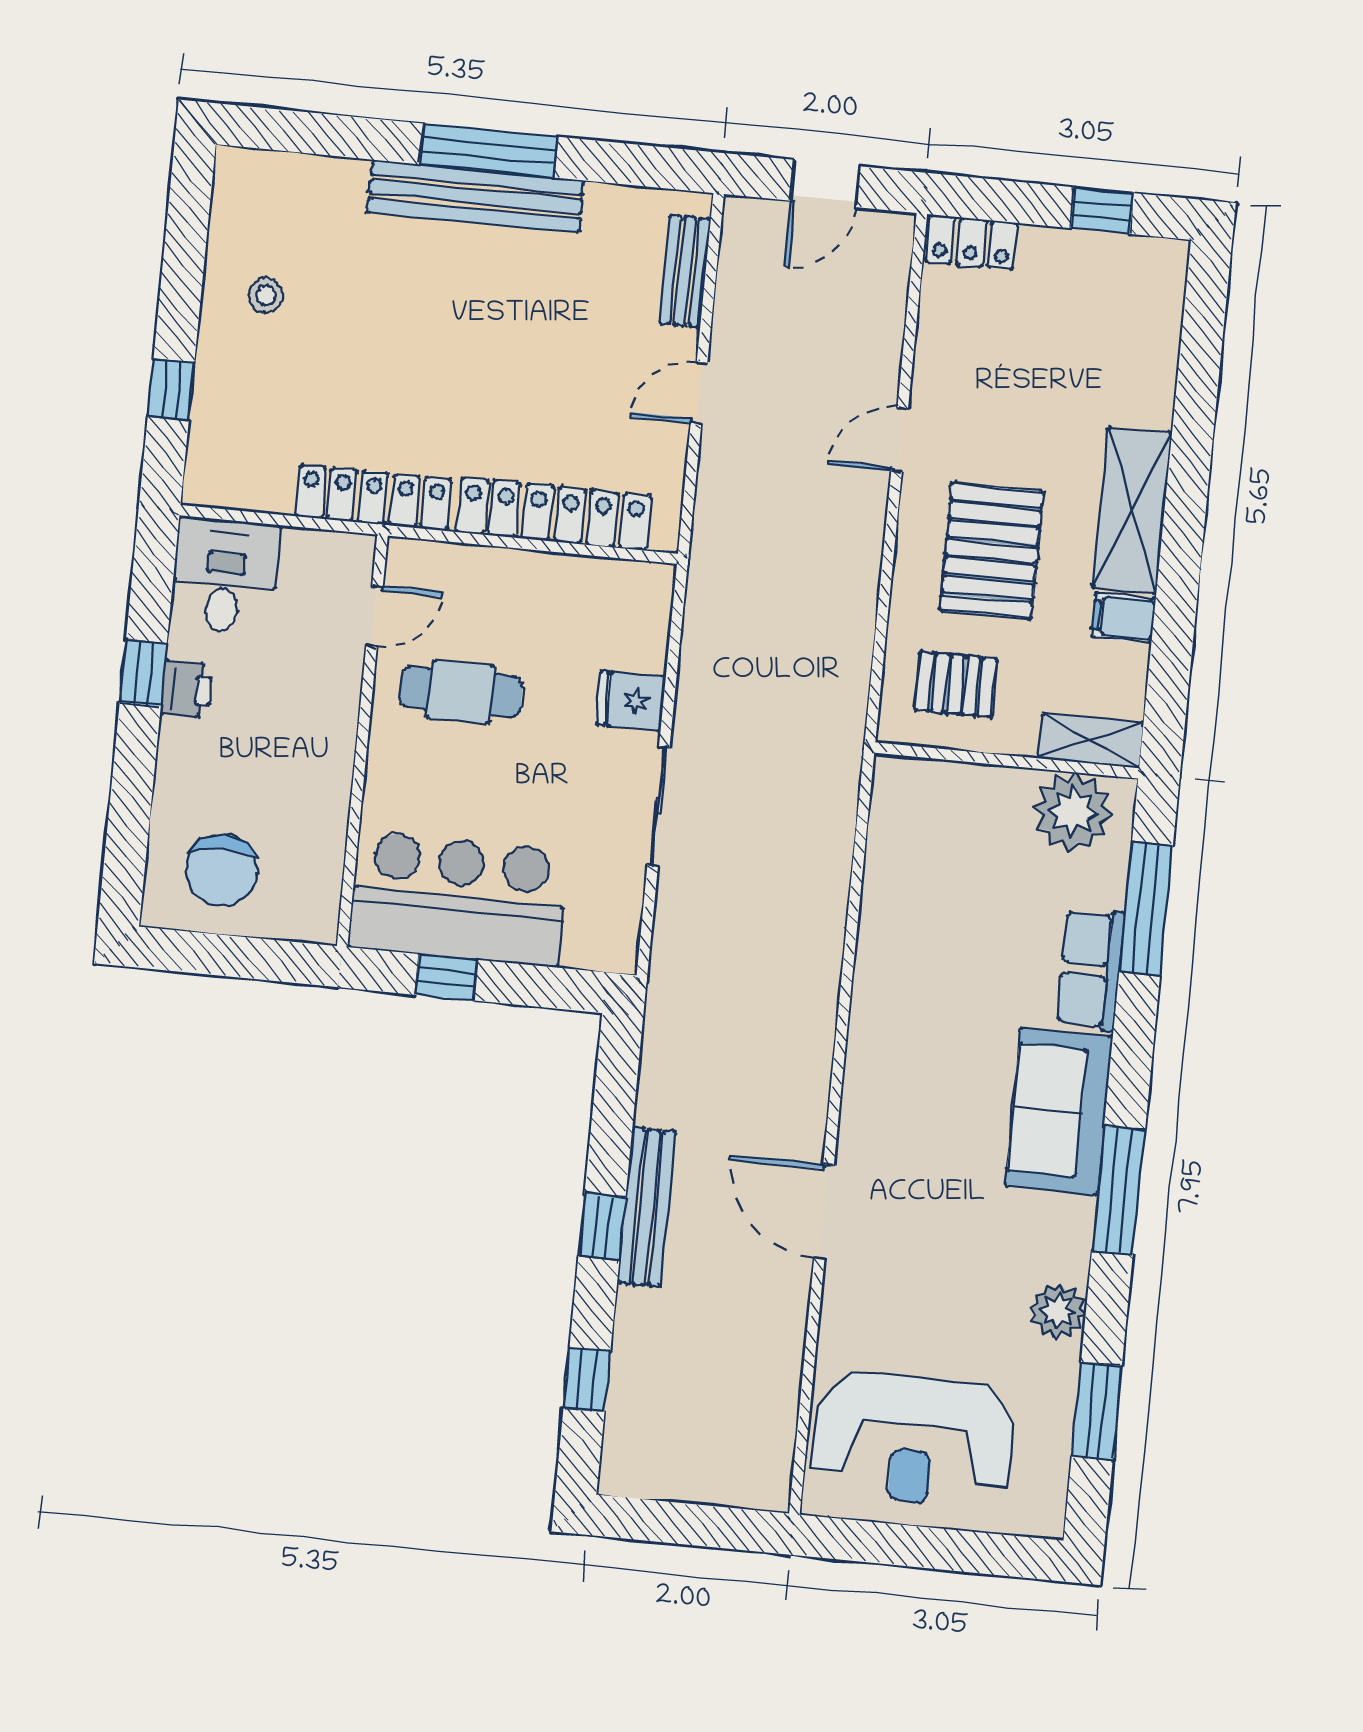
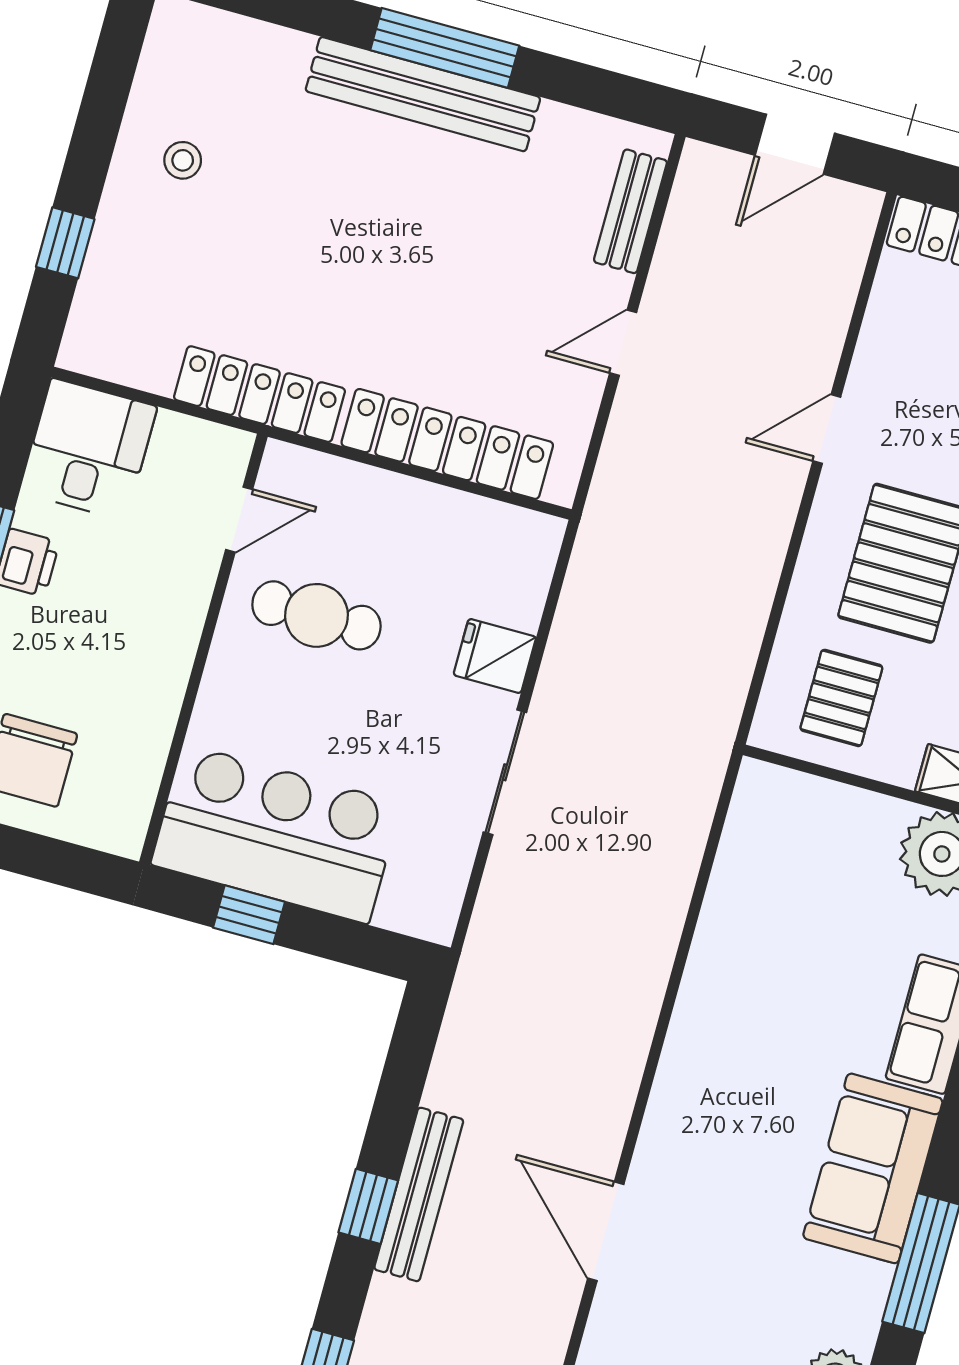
pallet: (956, 684) -> (841, 698), turned 90

